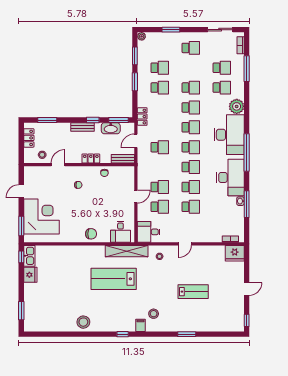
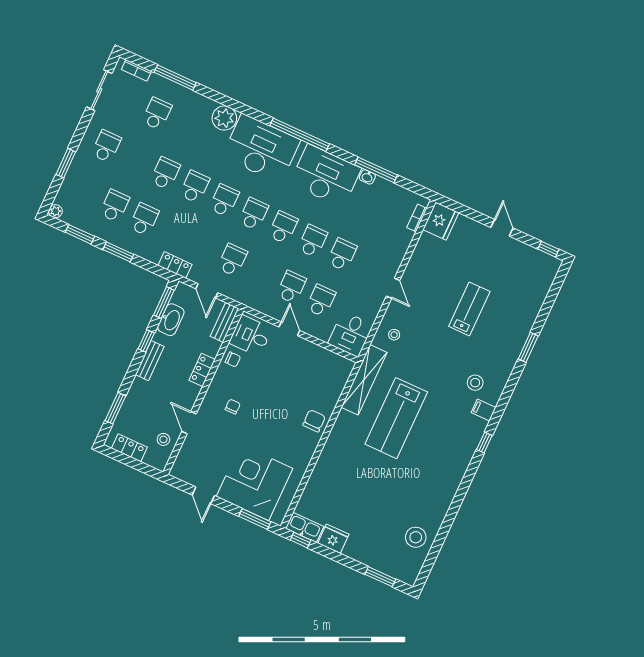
school desk: (222, 88) -> (186, 127), removed
desk: (120, 232) -> (251, 336), moved, turned 180
stool: (83, 322) -> (416, 537), moved

